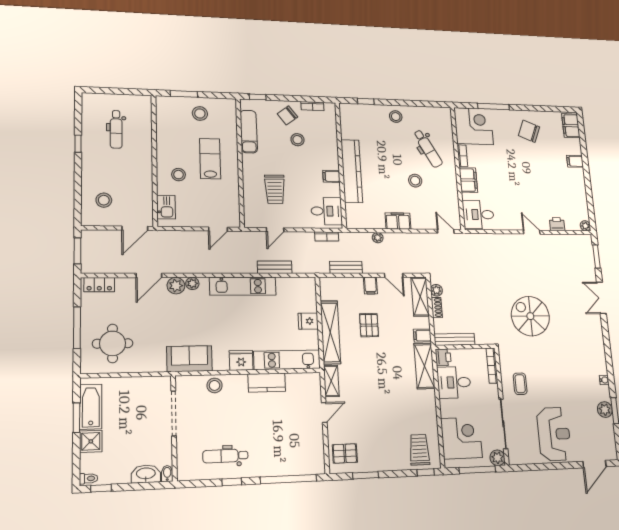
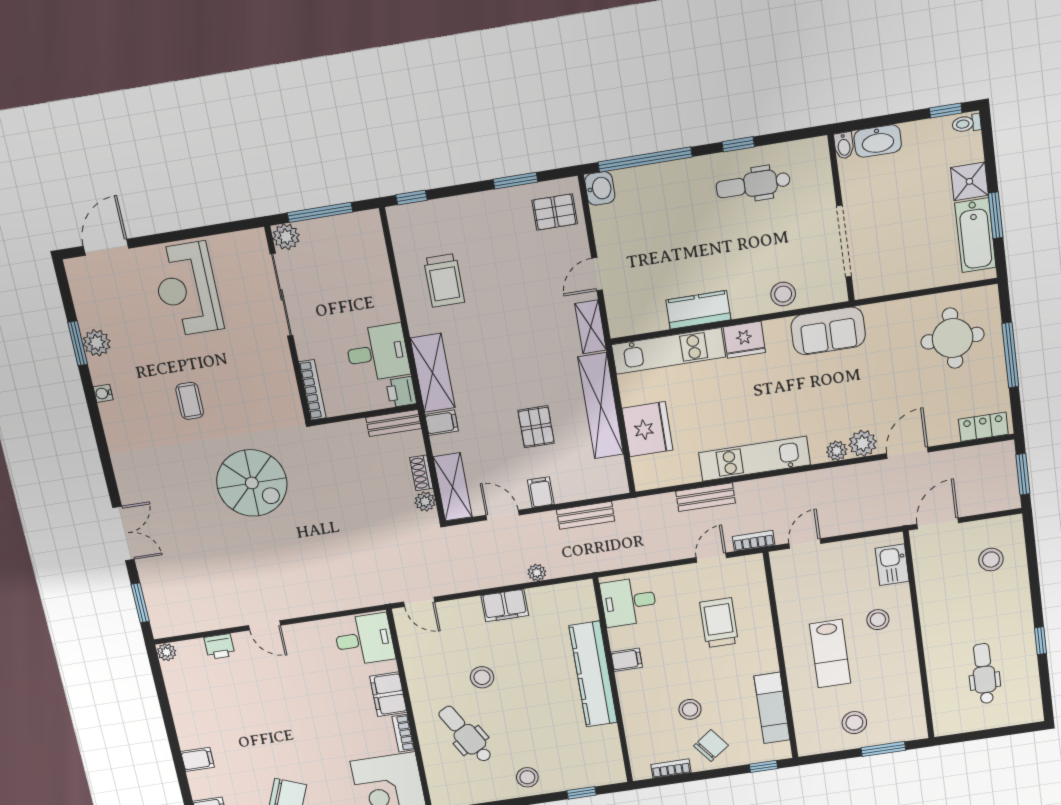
bookcase: (327, 236) -> (754, 541), moved
fridge: (308, 321) -> (647, 429), width x1.88, depth x1.34
bench: (455, 339) -> (394, 423), width x0.73
coffee table: (520, 384) -> (190, 401), moved
corner desk: (461, 438) -> (354, 262), removed
trolley: (419, 450) -> (444, 280), moved
dental chair: (225, 456) -> (753, 184), turned 180
washbasin: (317, 465) -> (600, 188), added

